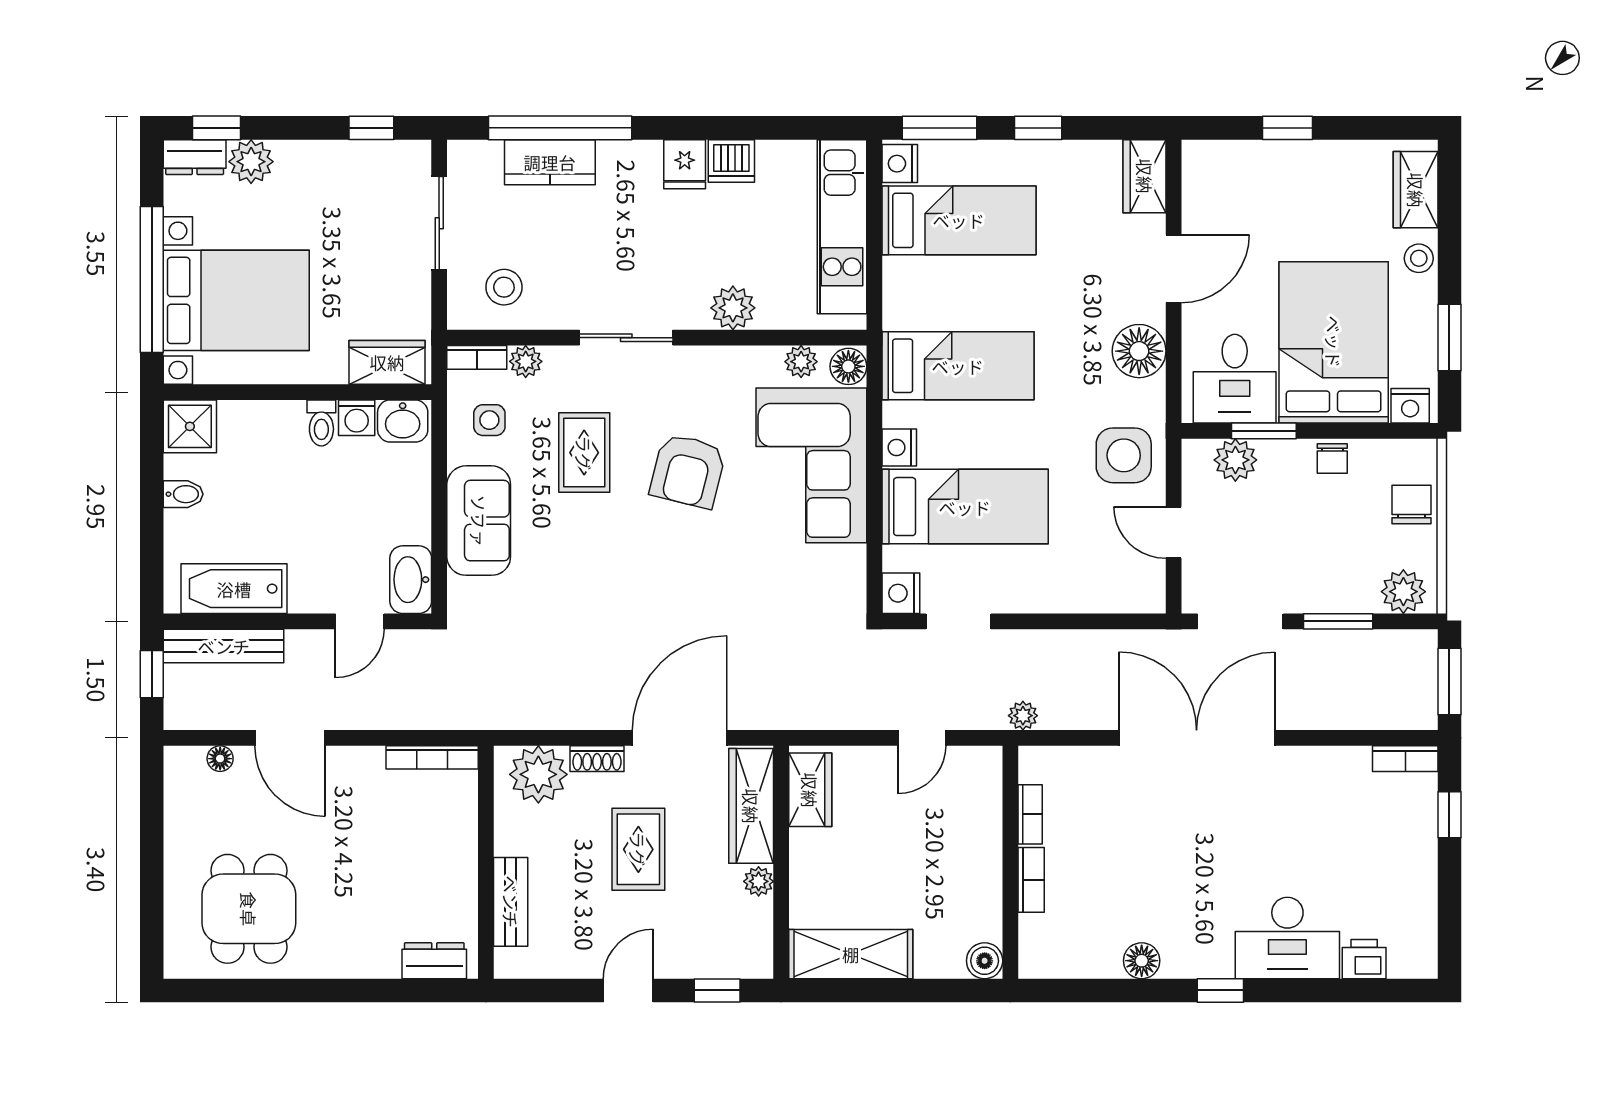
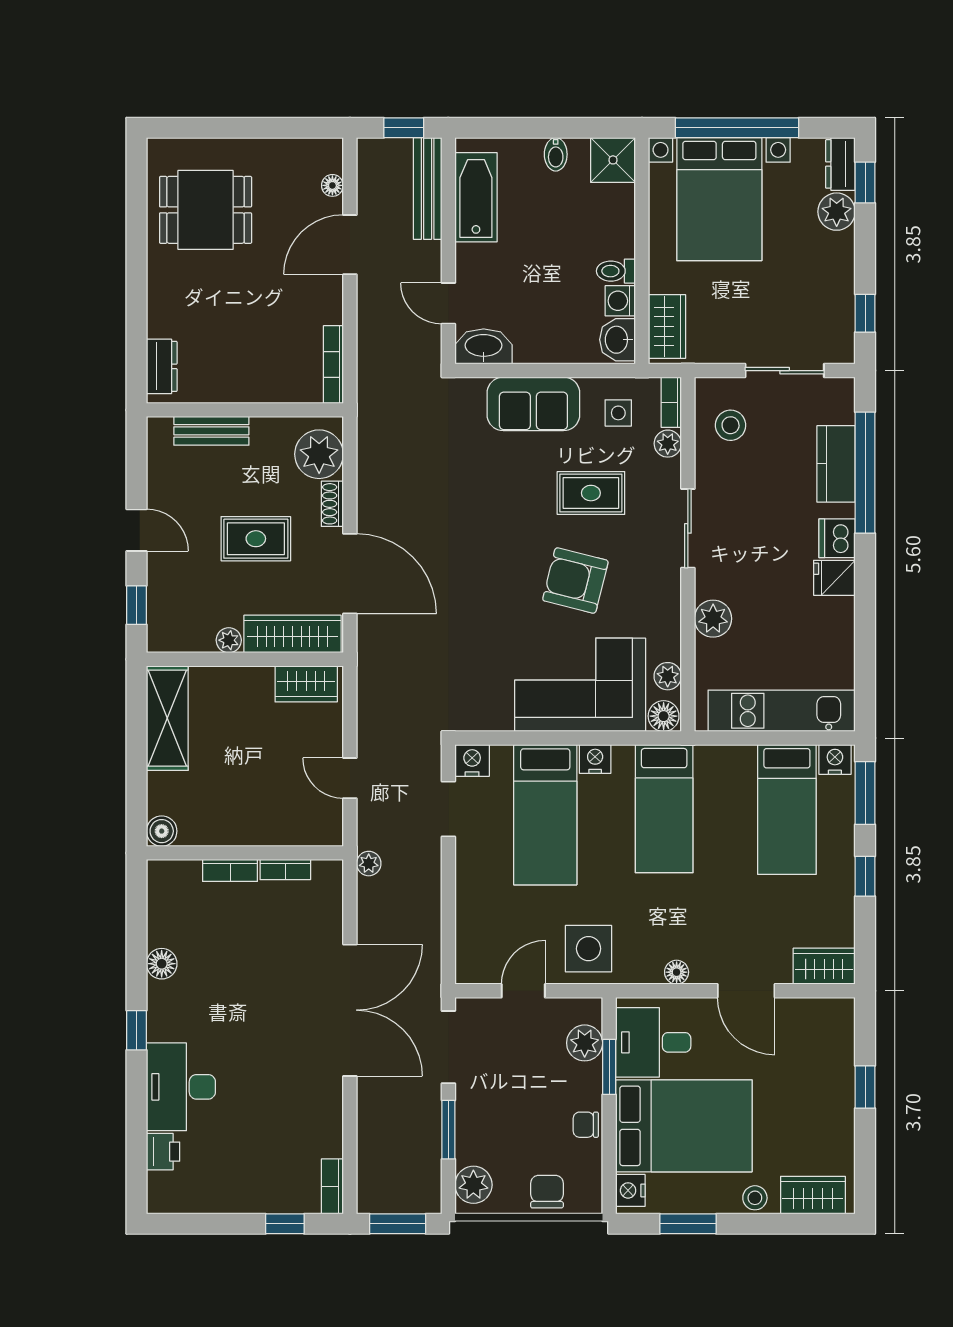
dishwasher: (731, 161) -> (837, 538), moved
floor lamp: (1139, 351) -> (677, 972), width x0.53, depth x0.53
chair: (1412, 504) -> (547, 1192), turned -90

